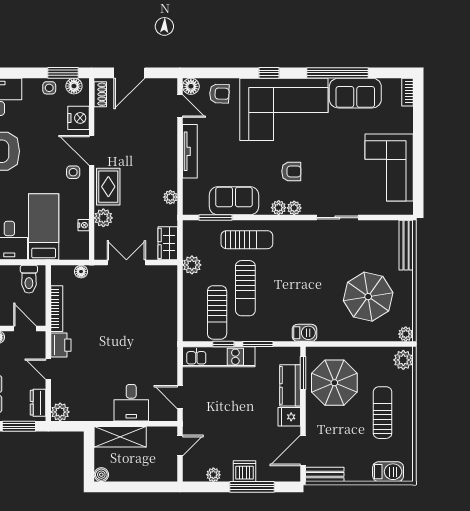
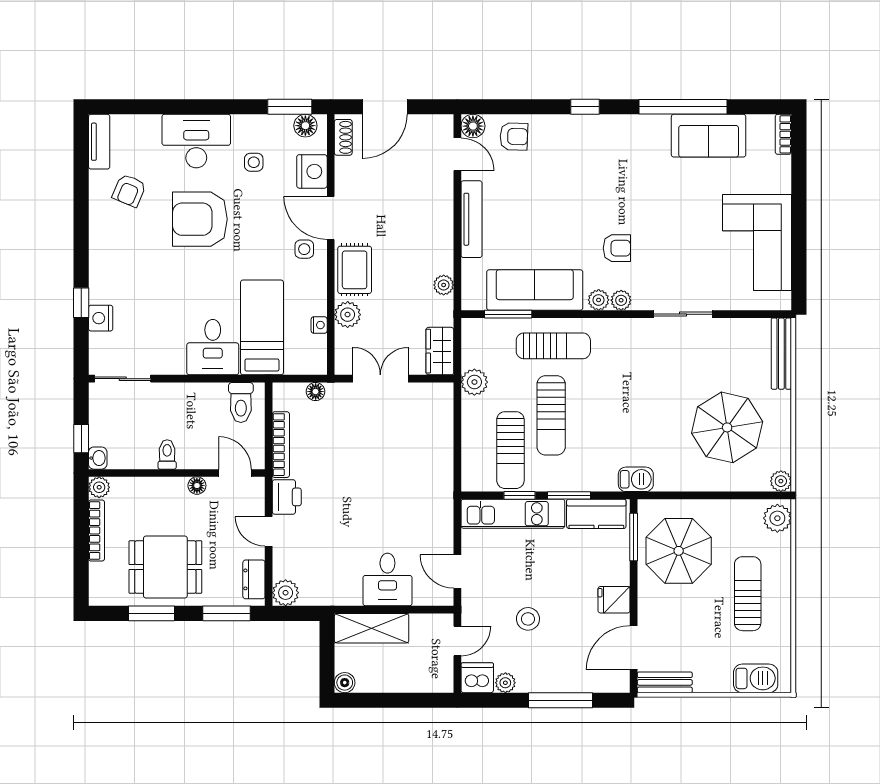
side table: (49, 88) -> (254, 162), moved
corner sofa: (284, 109) -> (606, 159), removed
sofa: (234, 201) -> (535, 290), width x1.36
kitchen counter: (290, 385) -> (596, 514), moved, turned -90
stool: (229, 430) -> (528, 619), added
dishwasher: (245, 471) -> (477, 678), moved

